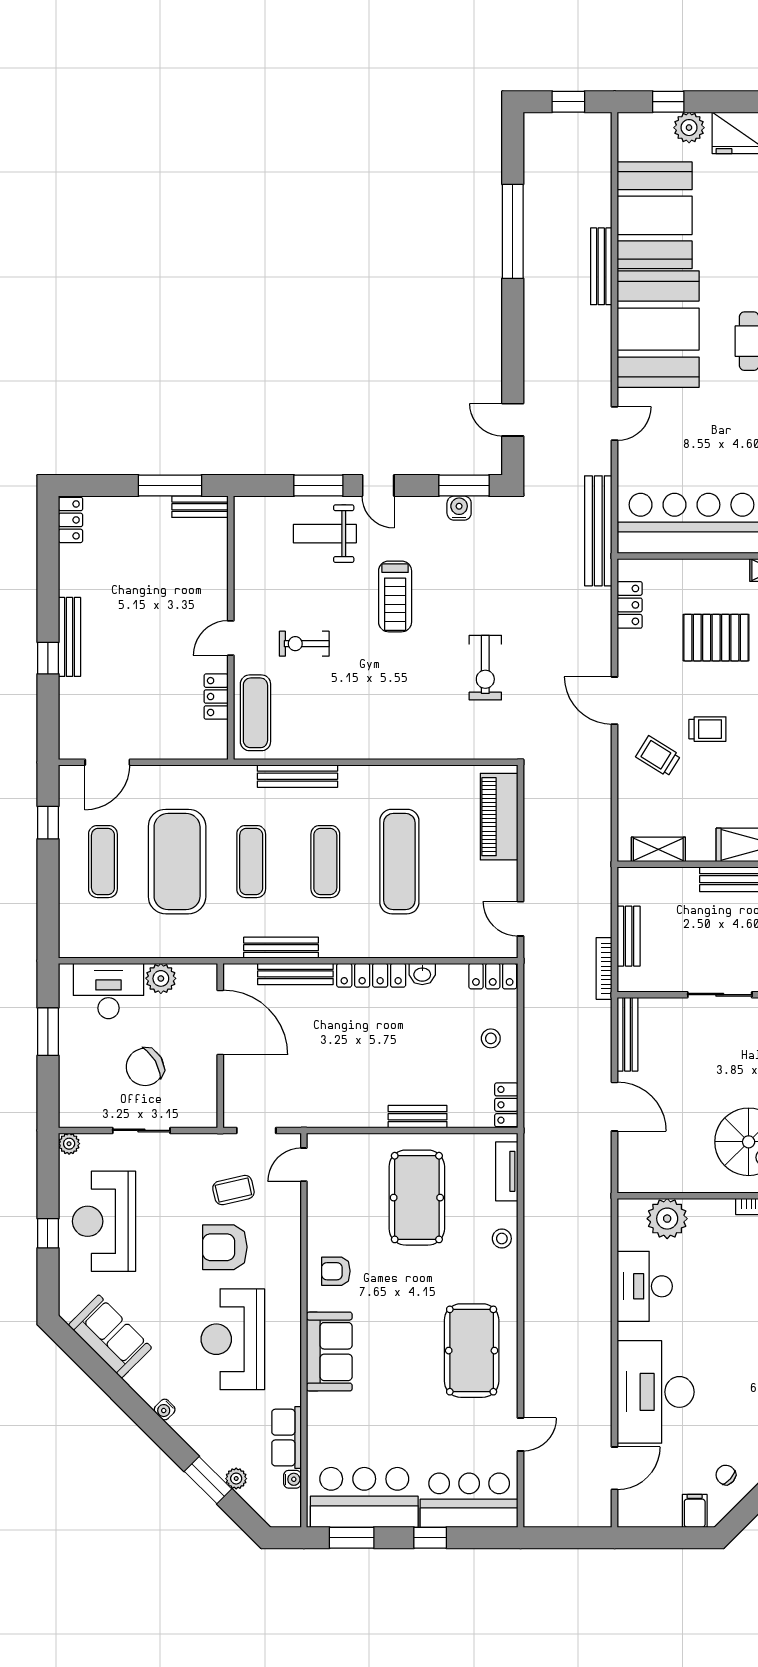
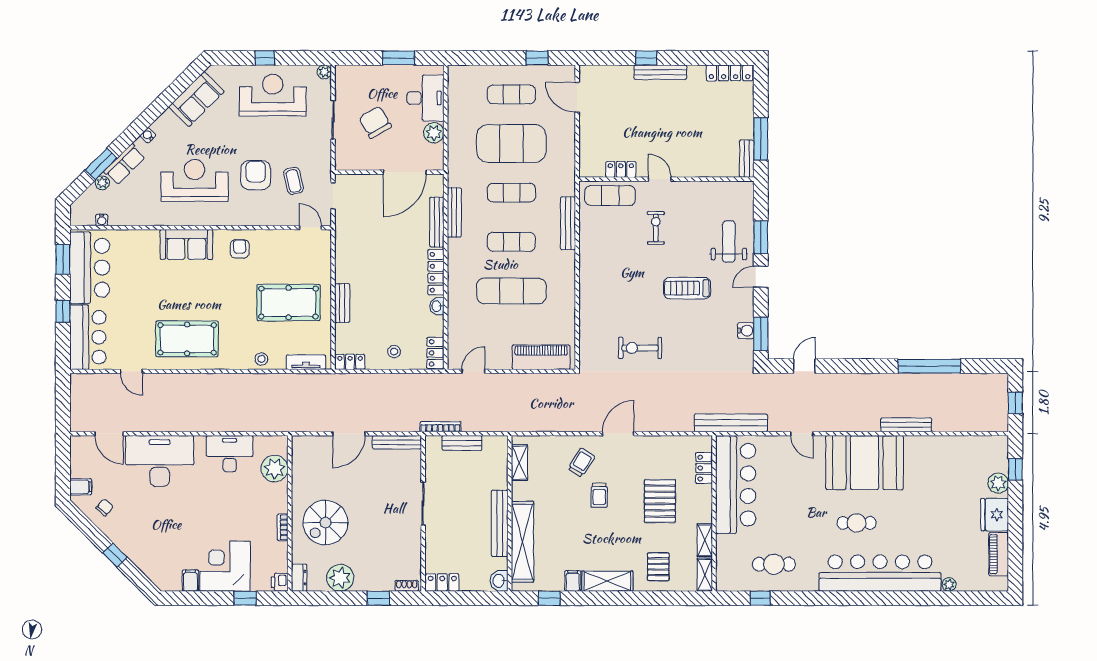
booth: (655, 215) -> (940, 460), removed
locker: (71, 520) -> (730, 73), width x1.53
locker: (630, 605) -> (704, 468), moved, turned 90
row of seats: (287, 1438) -> (124, 164), moved, turned 135

